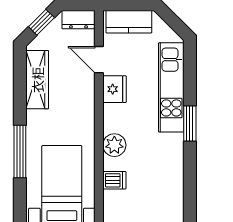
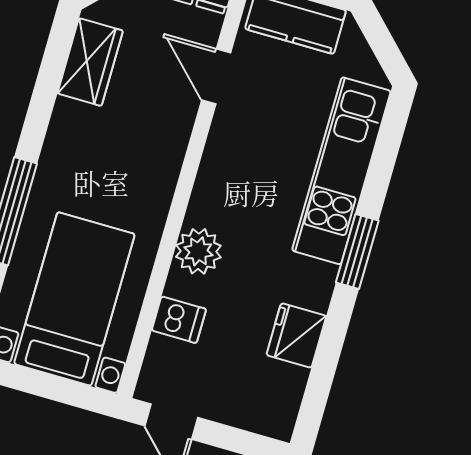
wardrobe: (37, 80) -> (90, 62), width x0.67
fridge: (114, 89) -> (296, 335), moved, turned 180

